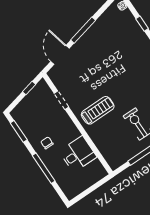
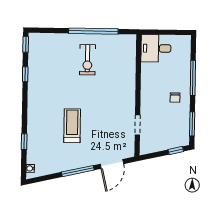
window: (29, 88) -> (176, 151), moved
treadmill: (98, 110) -> (72, 126), moved, turned 90
desk: (78, 154) -> (156, 48), moved

